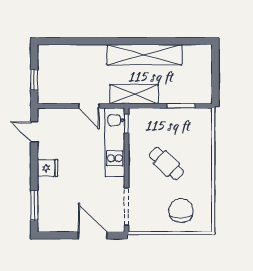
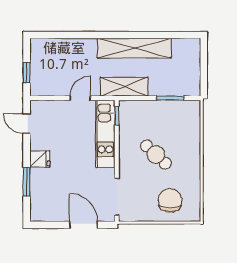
door: (89, 106) -> (80, 98), swing flipped
window: (34, 205) -> (27, 182), moved

